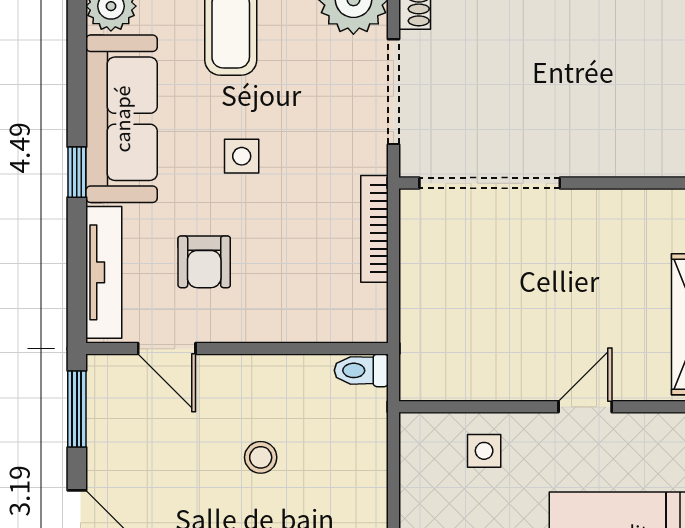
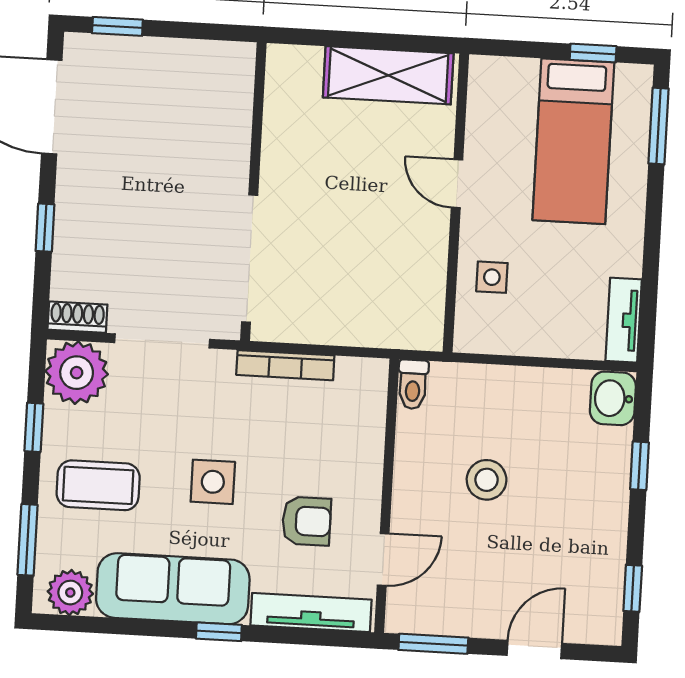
side table: (242, 156) -> (213, 482), width x1.37, depth x1.37
stool: (261, 457) -> (487, 480), width x1.37, depth x1.37

